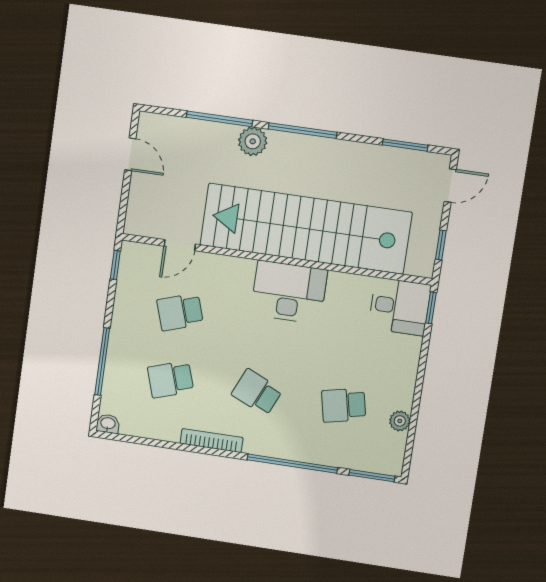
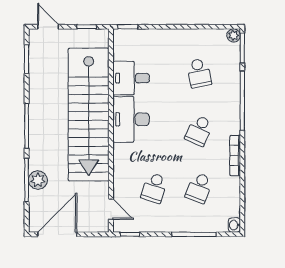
plant: (253, 141) -> (38, 180), moved
door: (130, 154) -> (57, 234), width x1.87
door: (180, 245) -> (111, 209), moved
desk: (400, 306) -> (131, 78), moved, turned -90
school desk: (180, 312) -> (154, 188), turned 36
school desk: (171, 379) -> (199, 188), turned 39
plant: (400, 421) -> (234, 35), moved

